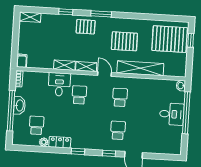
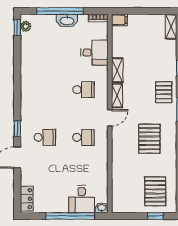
pallet: (170, 39) -> (155, 191), width x0.73, depth x0.71
shelving: (140, 68) -> (119, 159), removed
desk: (59, 84) -> (94, 53), moved
desk: (172, 114) -> (82, 199), moved
school desk: (37, 125) -> (45, 42), removed
plant: (44, 142) -> (26, 26), moved
locker: (60, 142) -> (27, 199), moved
window: (78, 151) -> (17, 28), moved

